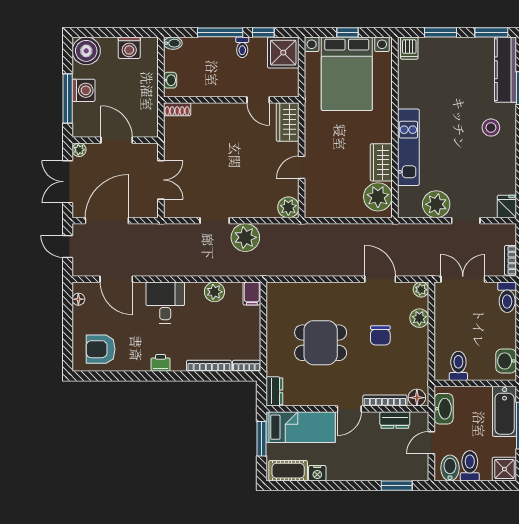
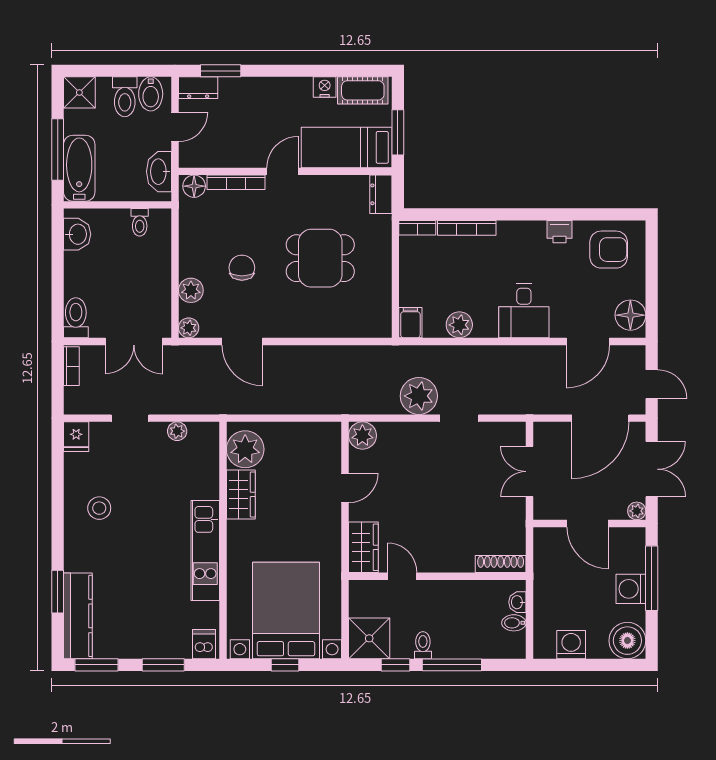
bidet: (173, 43) -> (514, 623), moved
shoe rack: (177, 109) -> (501, 564), width x1.43
stool: (491, 128) -> (99, 508), moved
kitchen unit: (408, 147) -> (205, 551), moved
plant: (436, 204) -> (177, 431), width x0.53, depth x0.53
door: (116, 279) -> (588, 341), swing flipped
floor lamp: (78, 299) -> (630, 315), width x1.89, depth x1.89
printer: (161, 363) -> (559, 232), moved
toilet: (458, 366) -> (140, 222), width x0.73, depth x0.72
dresser: (395, 420) -> (198, 88), moved, turned 180

